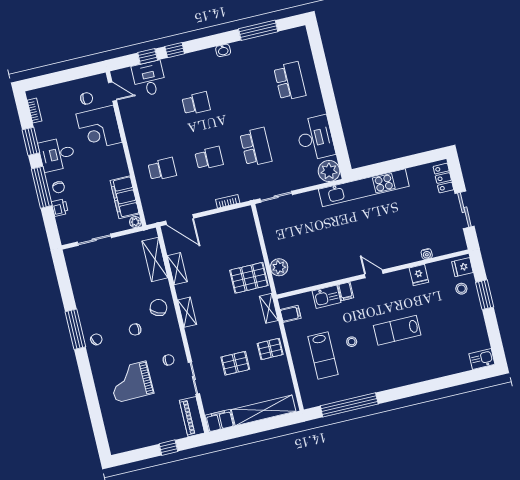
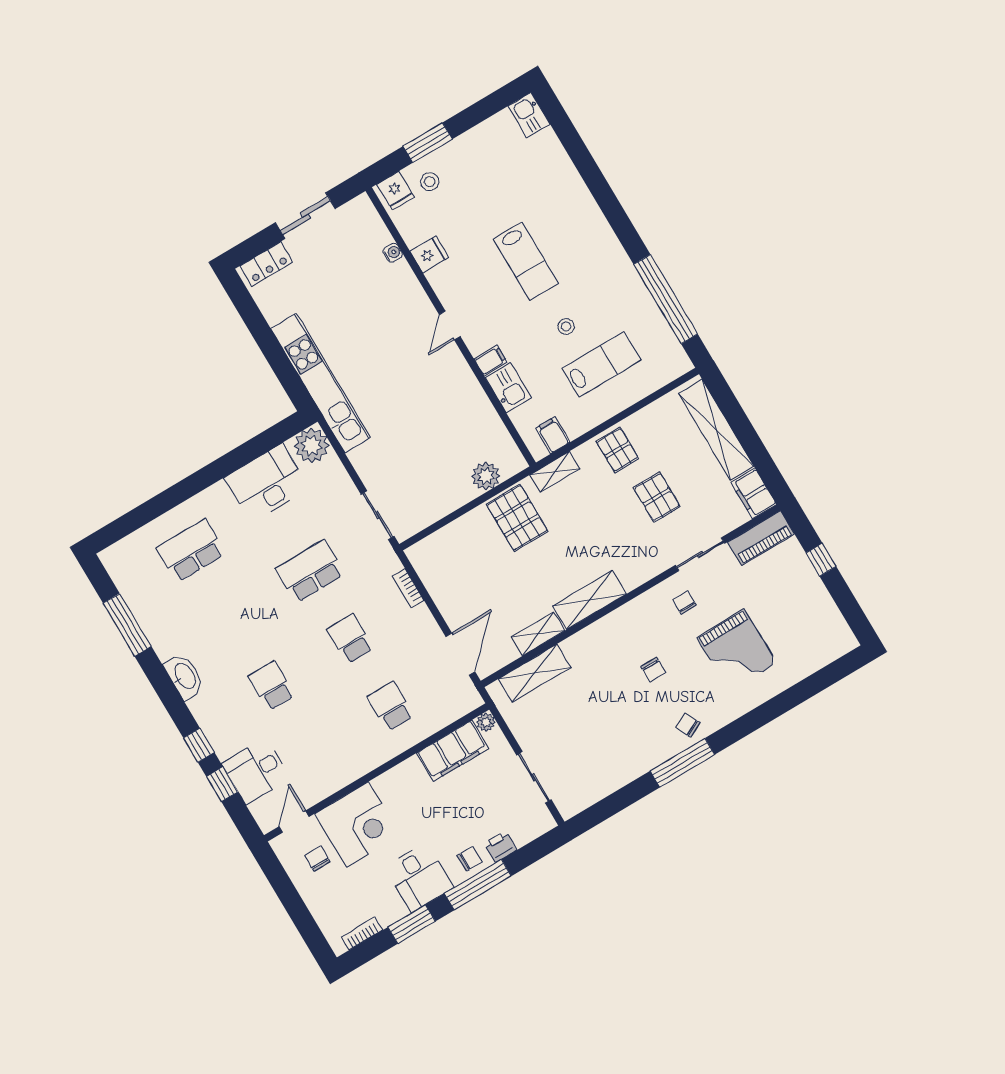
washbasin: (223, 50) -> (184, 676), width x1.91, depth x1.45
chair: (158, 308) -> (608, 644), removed
shelving: (187, 312) -> (589, 600), width x1.50, depth x1.33

